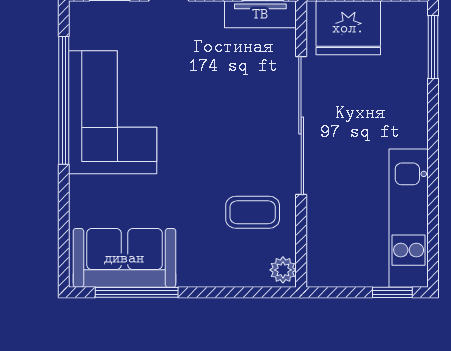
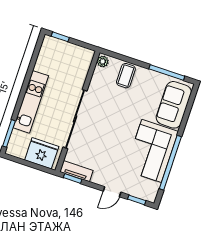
coffee table: (253, 212) -> (126, 76), moved, turned 90
kitchen unit: (409, 218) -> (31, 102), moved
sofa: (124, 258) -> (174, 105), moved, turned 90

